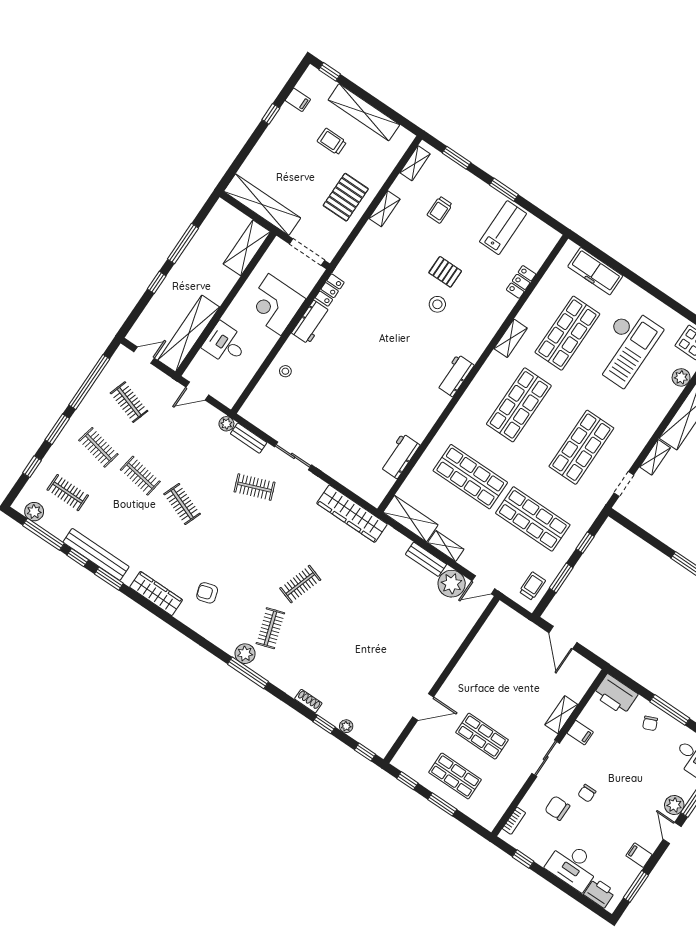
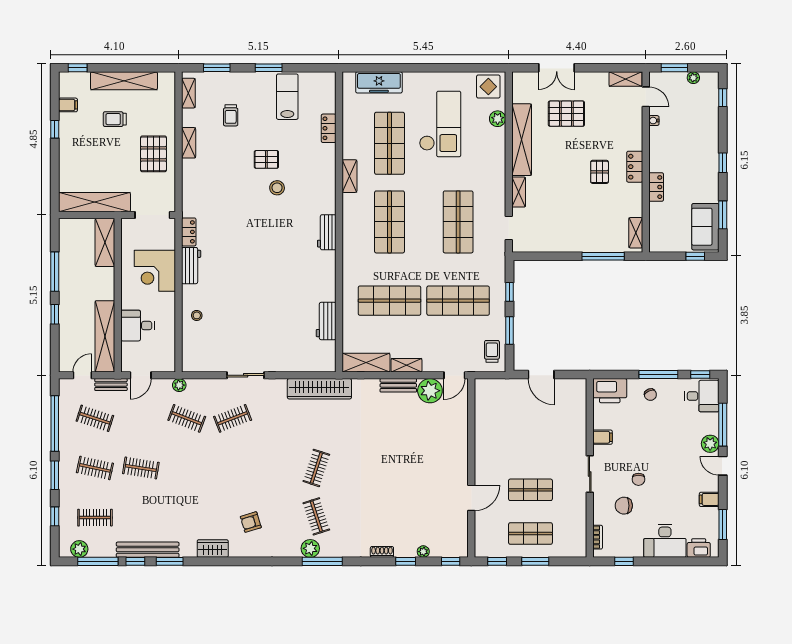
bench: (249, 438) -> (111, 385), moved
clothes rail: (182, 504) -> (187, 418), moved
wardrobe: (156, 593) -> (213, 549), width x0.67
shelving: (561, 715) -> (579, 433), removed

